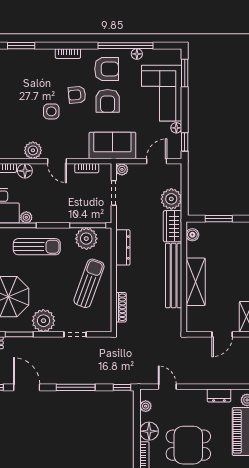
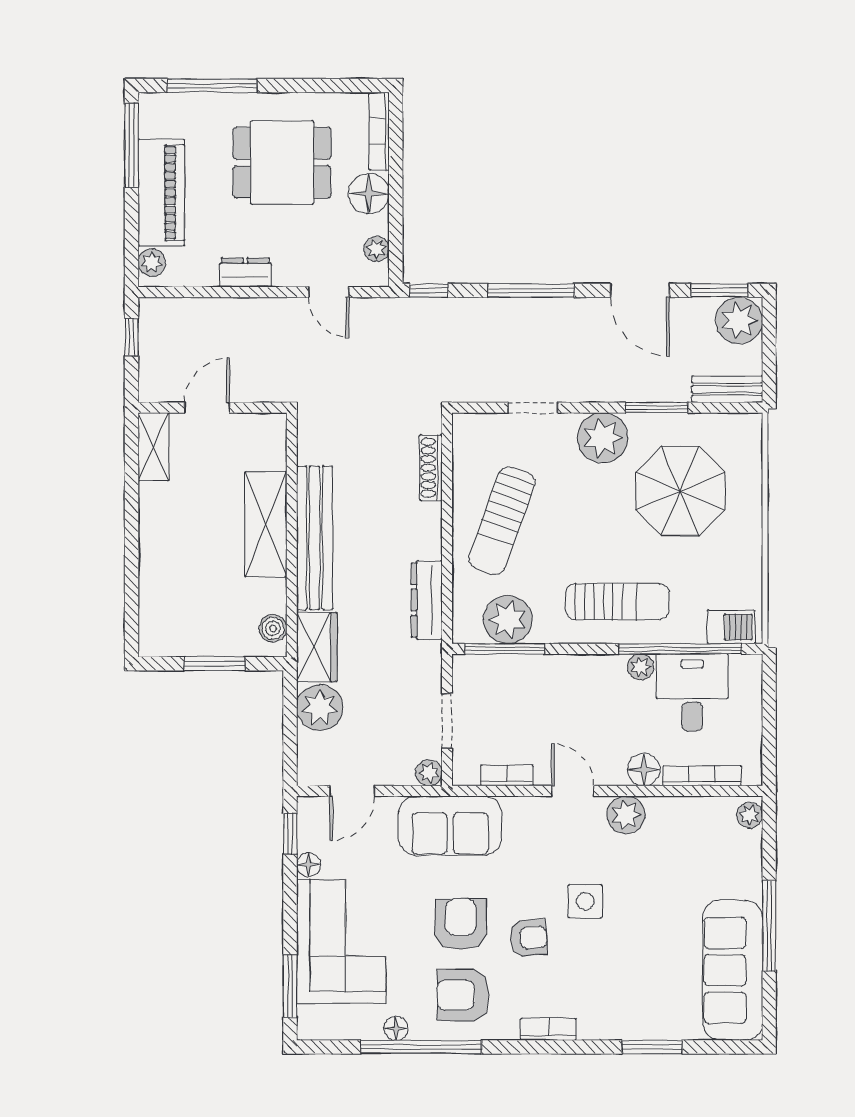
sun lounger: (37, 247) -> (617, 602), turned 180
dresser: (219, 395) -> (245, 272), moved

